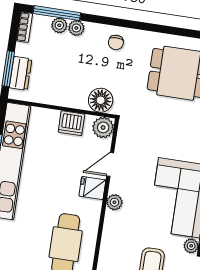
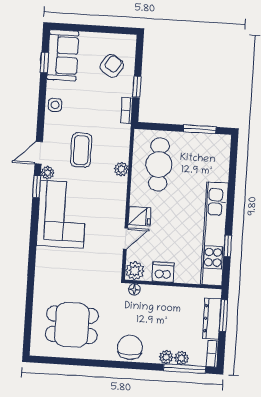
chair: (116, 42) -> (130, 347), width x1.87, depth x1.87
dresser: (21, 73) -> (212, 319), width x1.44
floor lamp: (101, 100) -> (134, 289), width x0.53, depth x0.53
plant: (114, 202) -> (121, 169), moved

